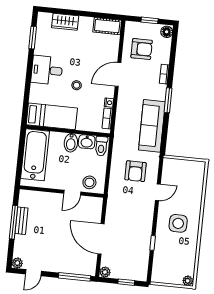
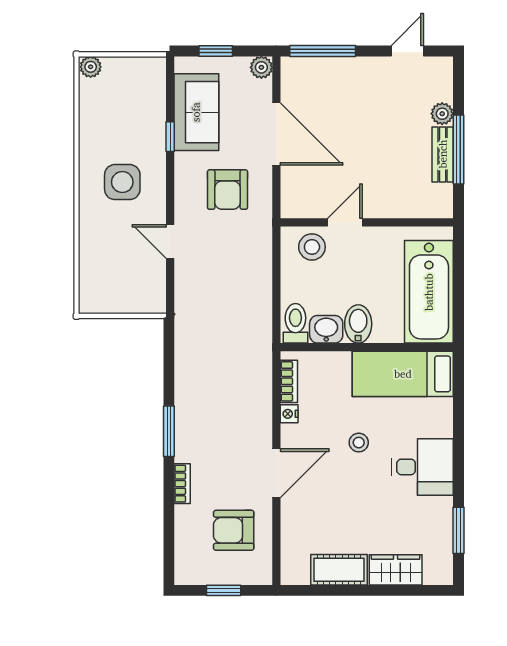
cot: (107, 26) -> (339, 570), moved
floor lamp: (167, 32) -> (186, 571), removed
sofa: (152, 126) -> (196, 112), moved, width x0.73
armchair: (136, 171) -> (227, 190), moved, turned 180
door: (158, 192) -> (170, 241), hinge flipped
plant: (17, 263) -> (442, 114), moved

